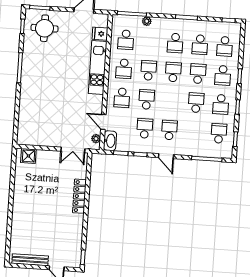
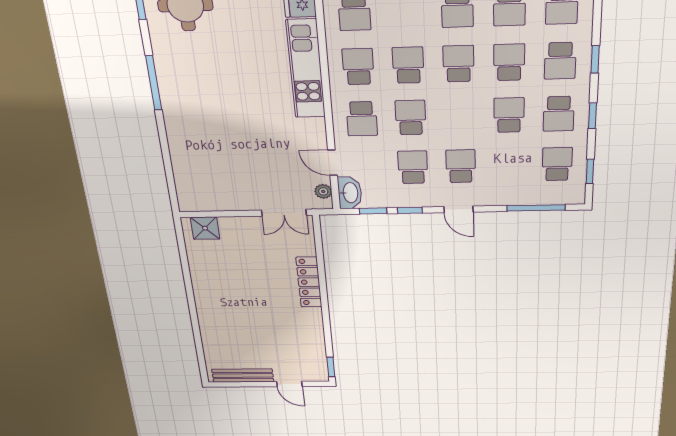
school desk: (124, 69) -> (358, 67), turned 180

